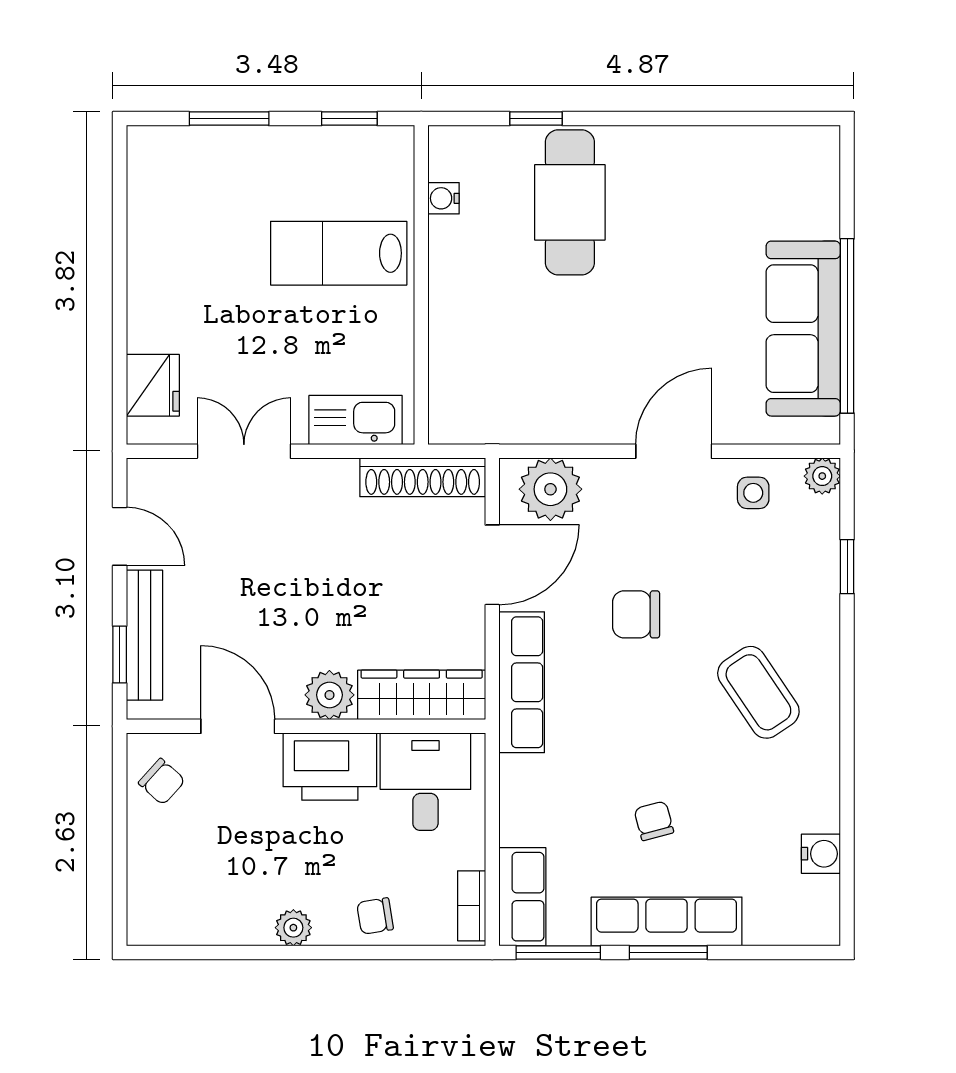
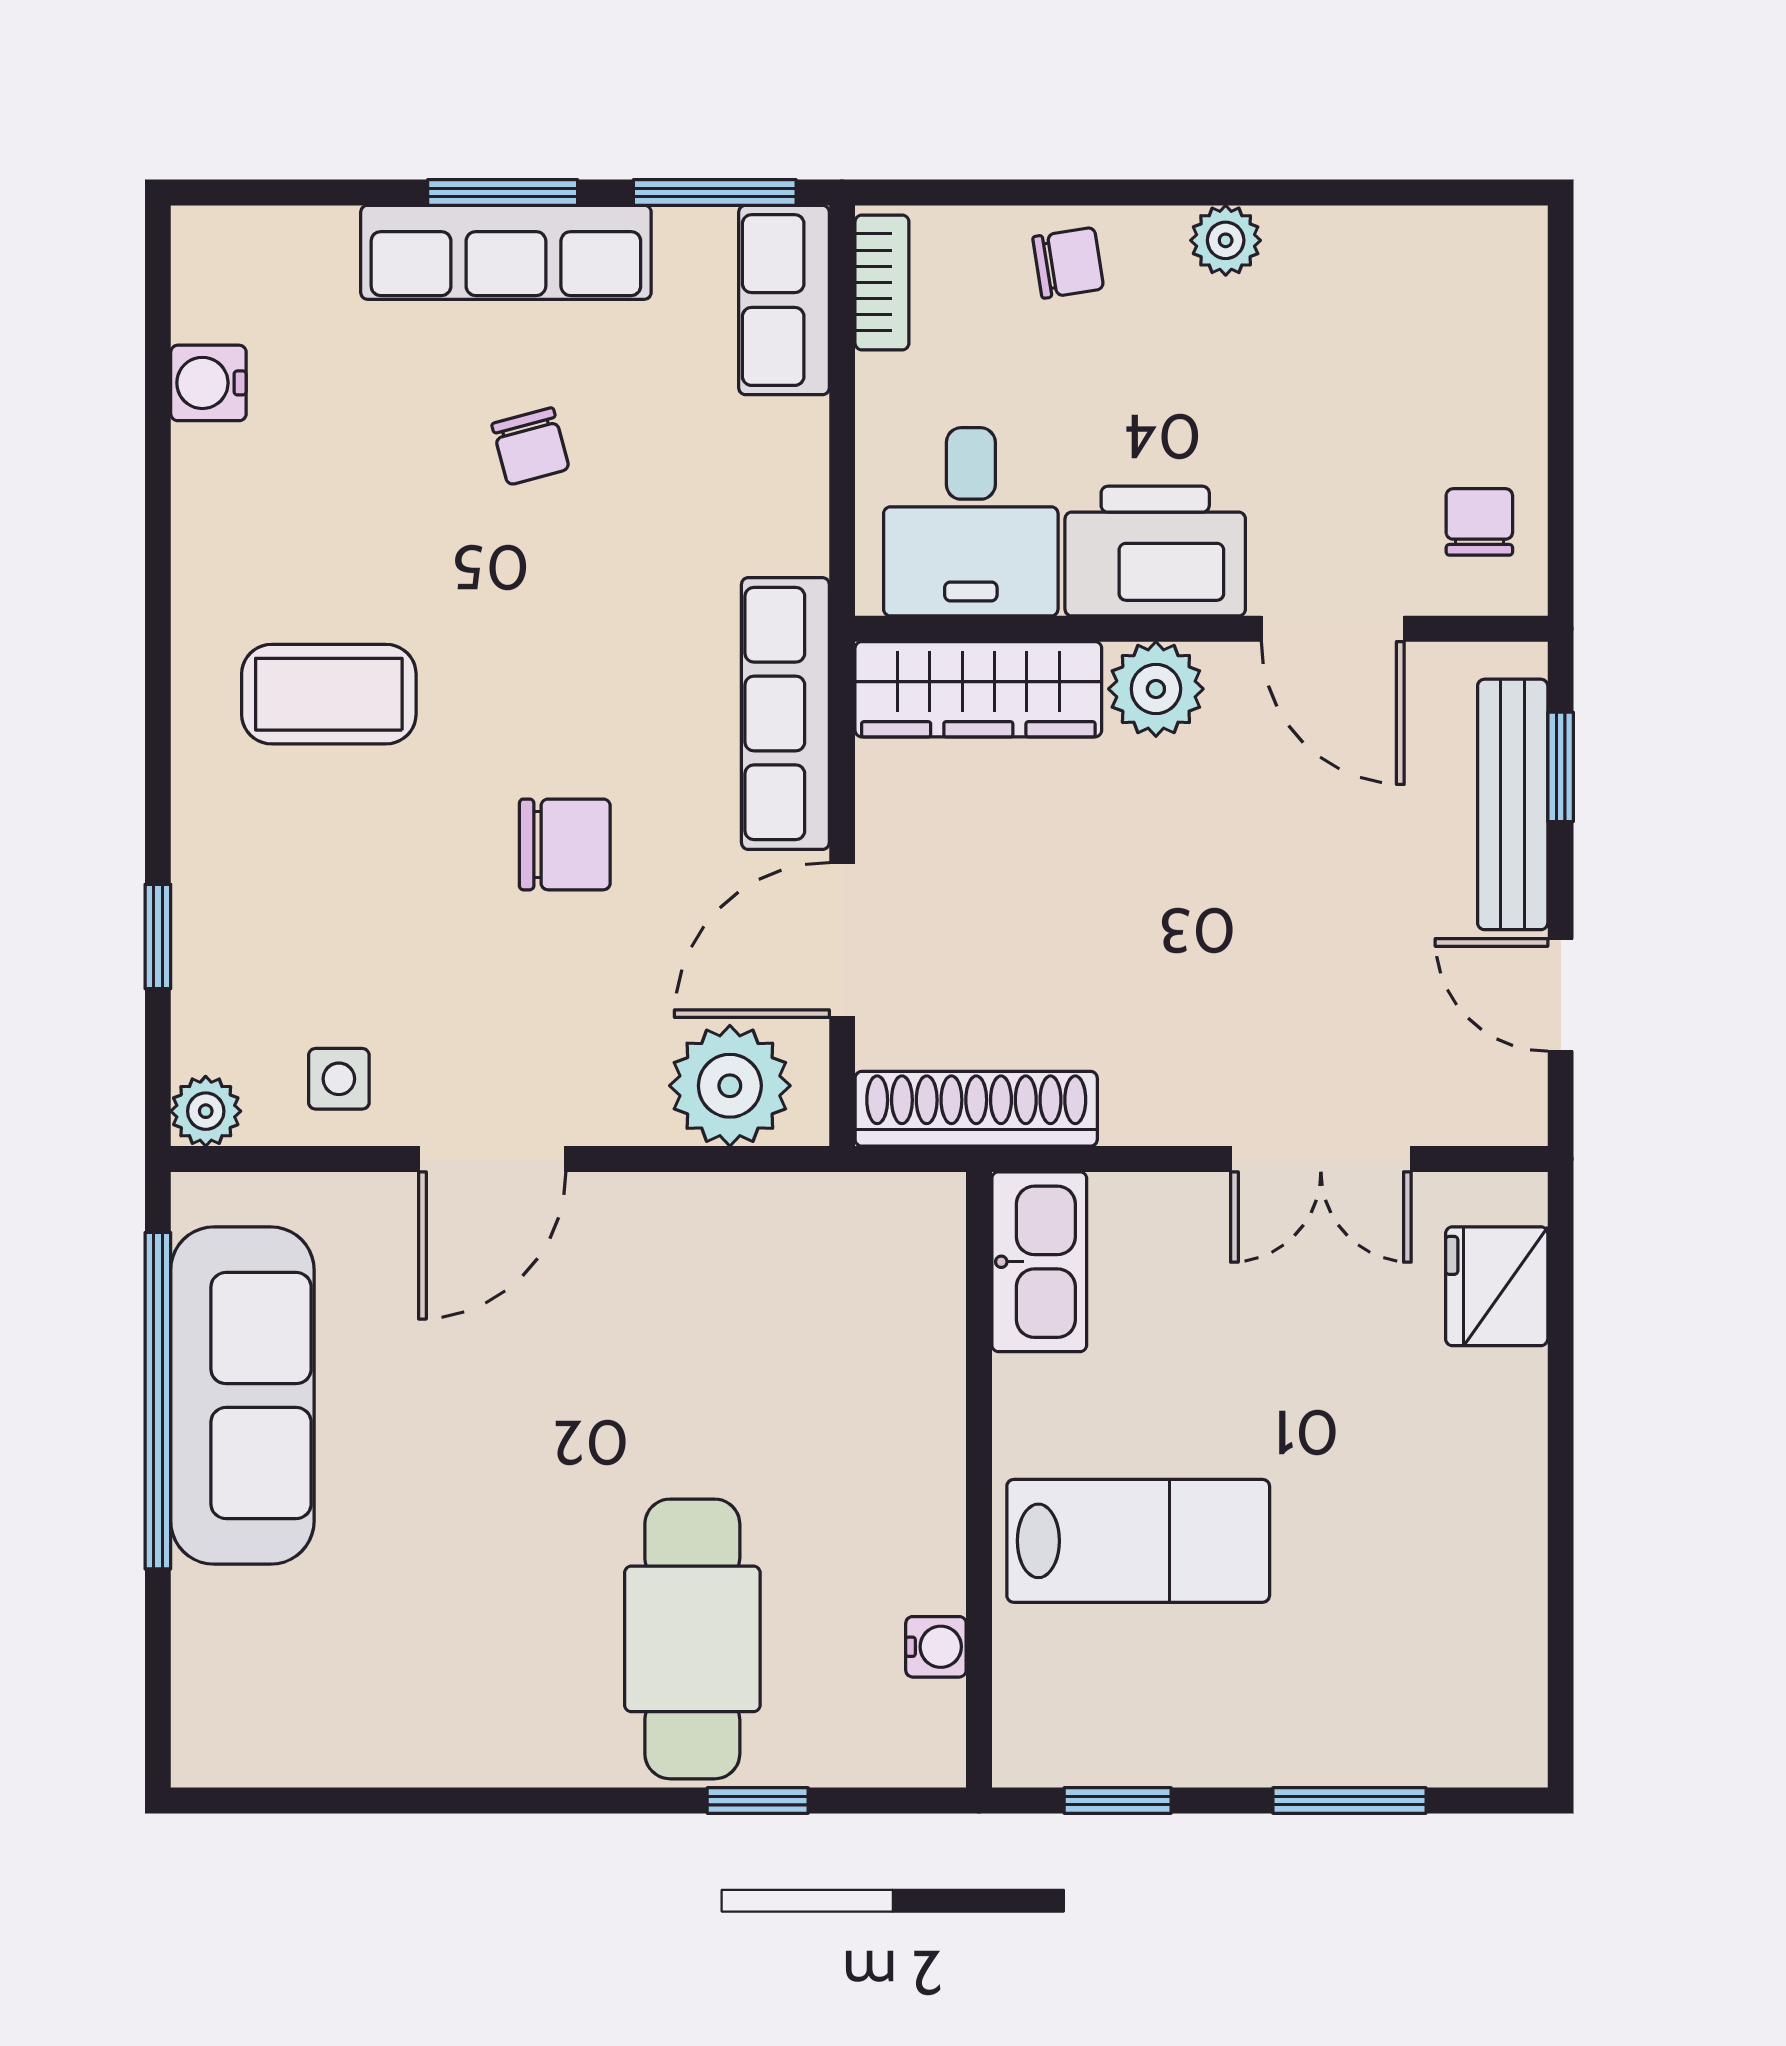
kitchen sink: (356, 420) -> (1039, 1262), moved, turned -90
coffee table: (758, 692) -> (329, 694), turned -56
chair: (162, 782) -> (1479, 522), turned 48

